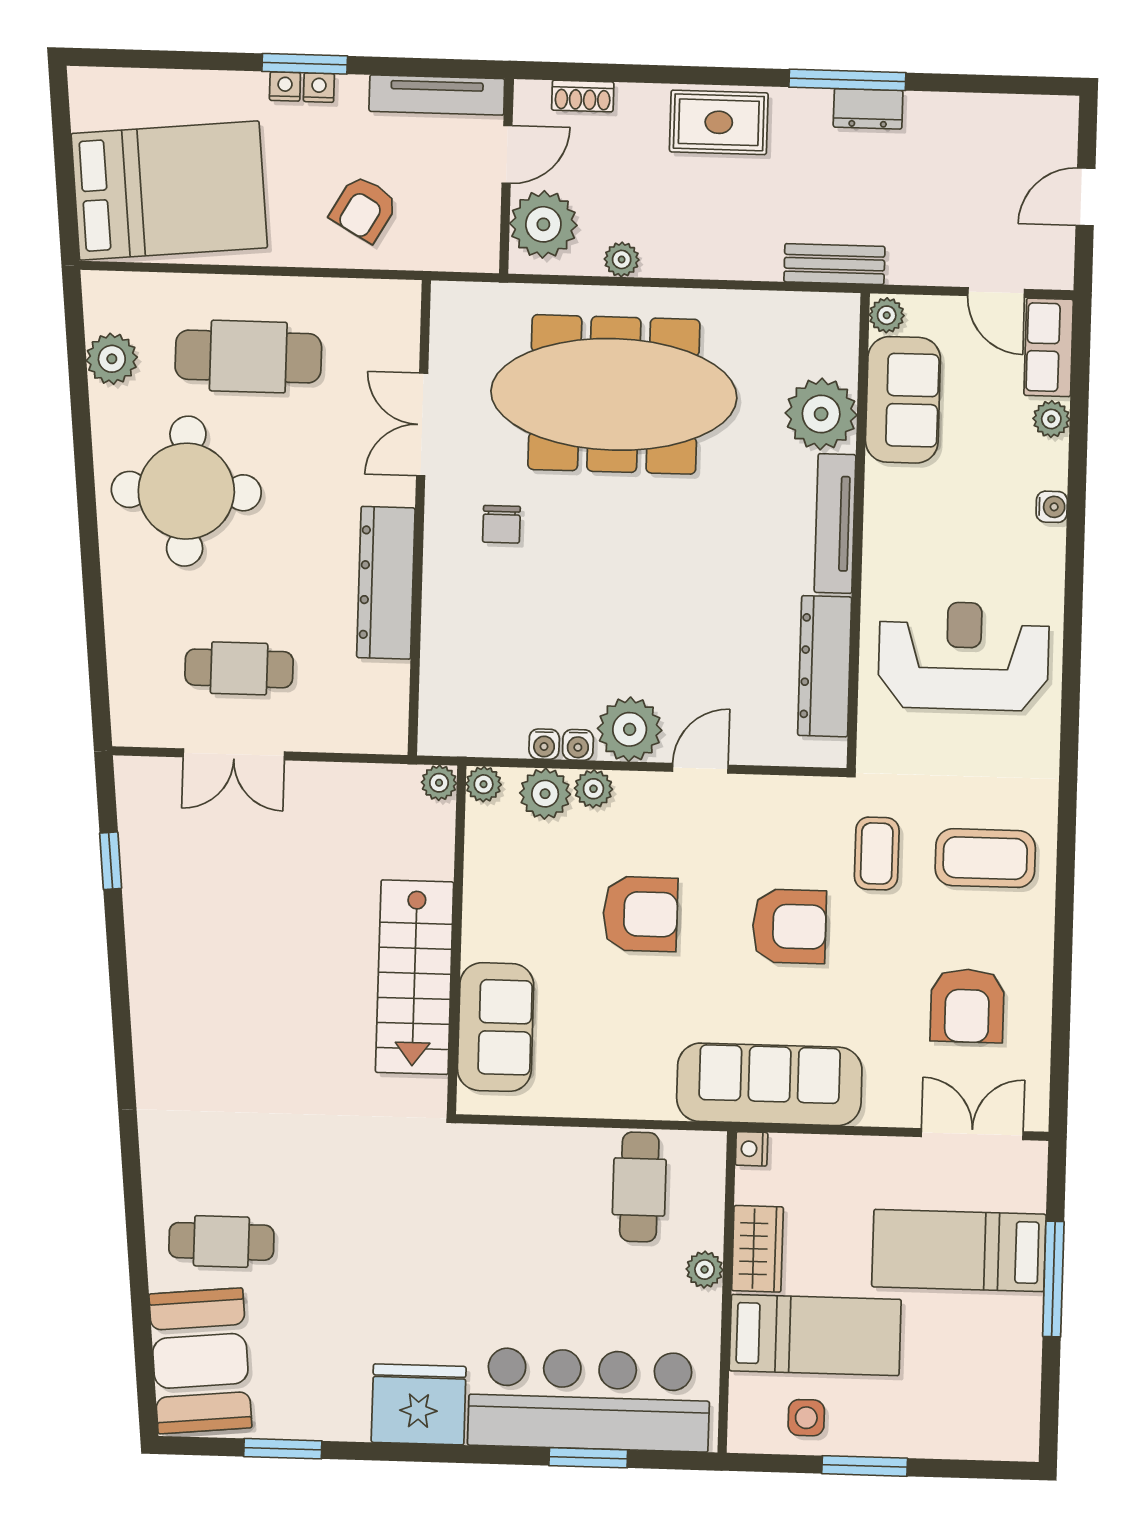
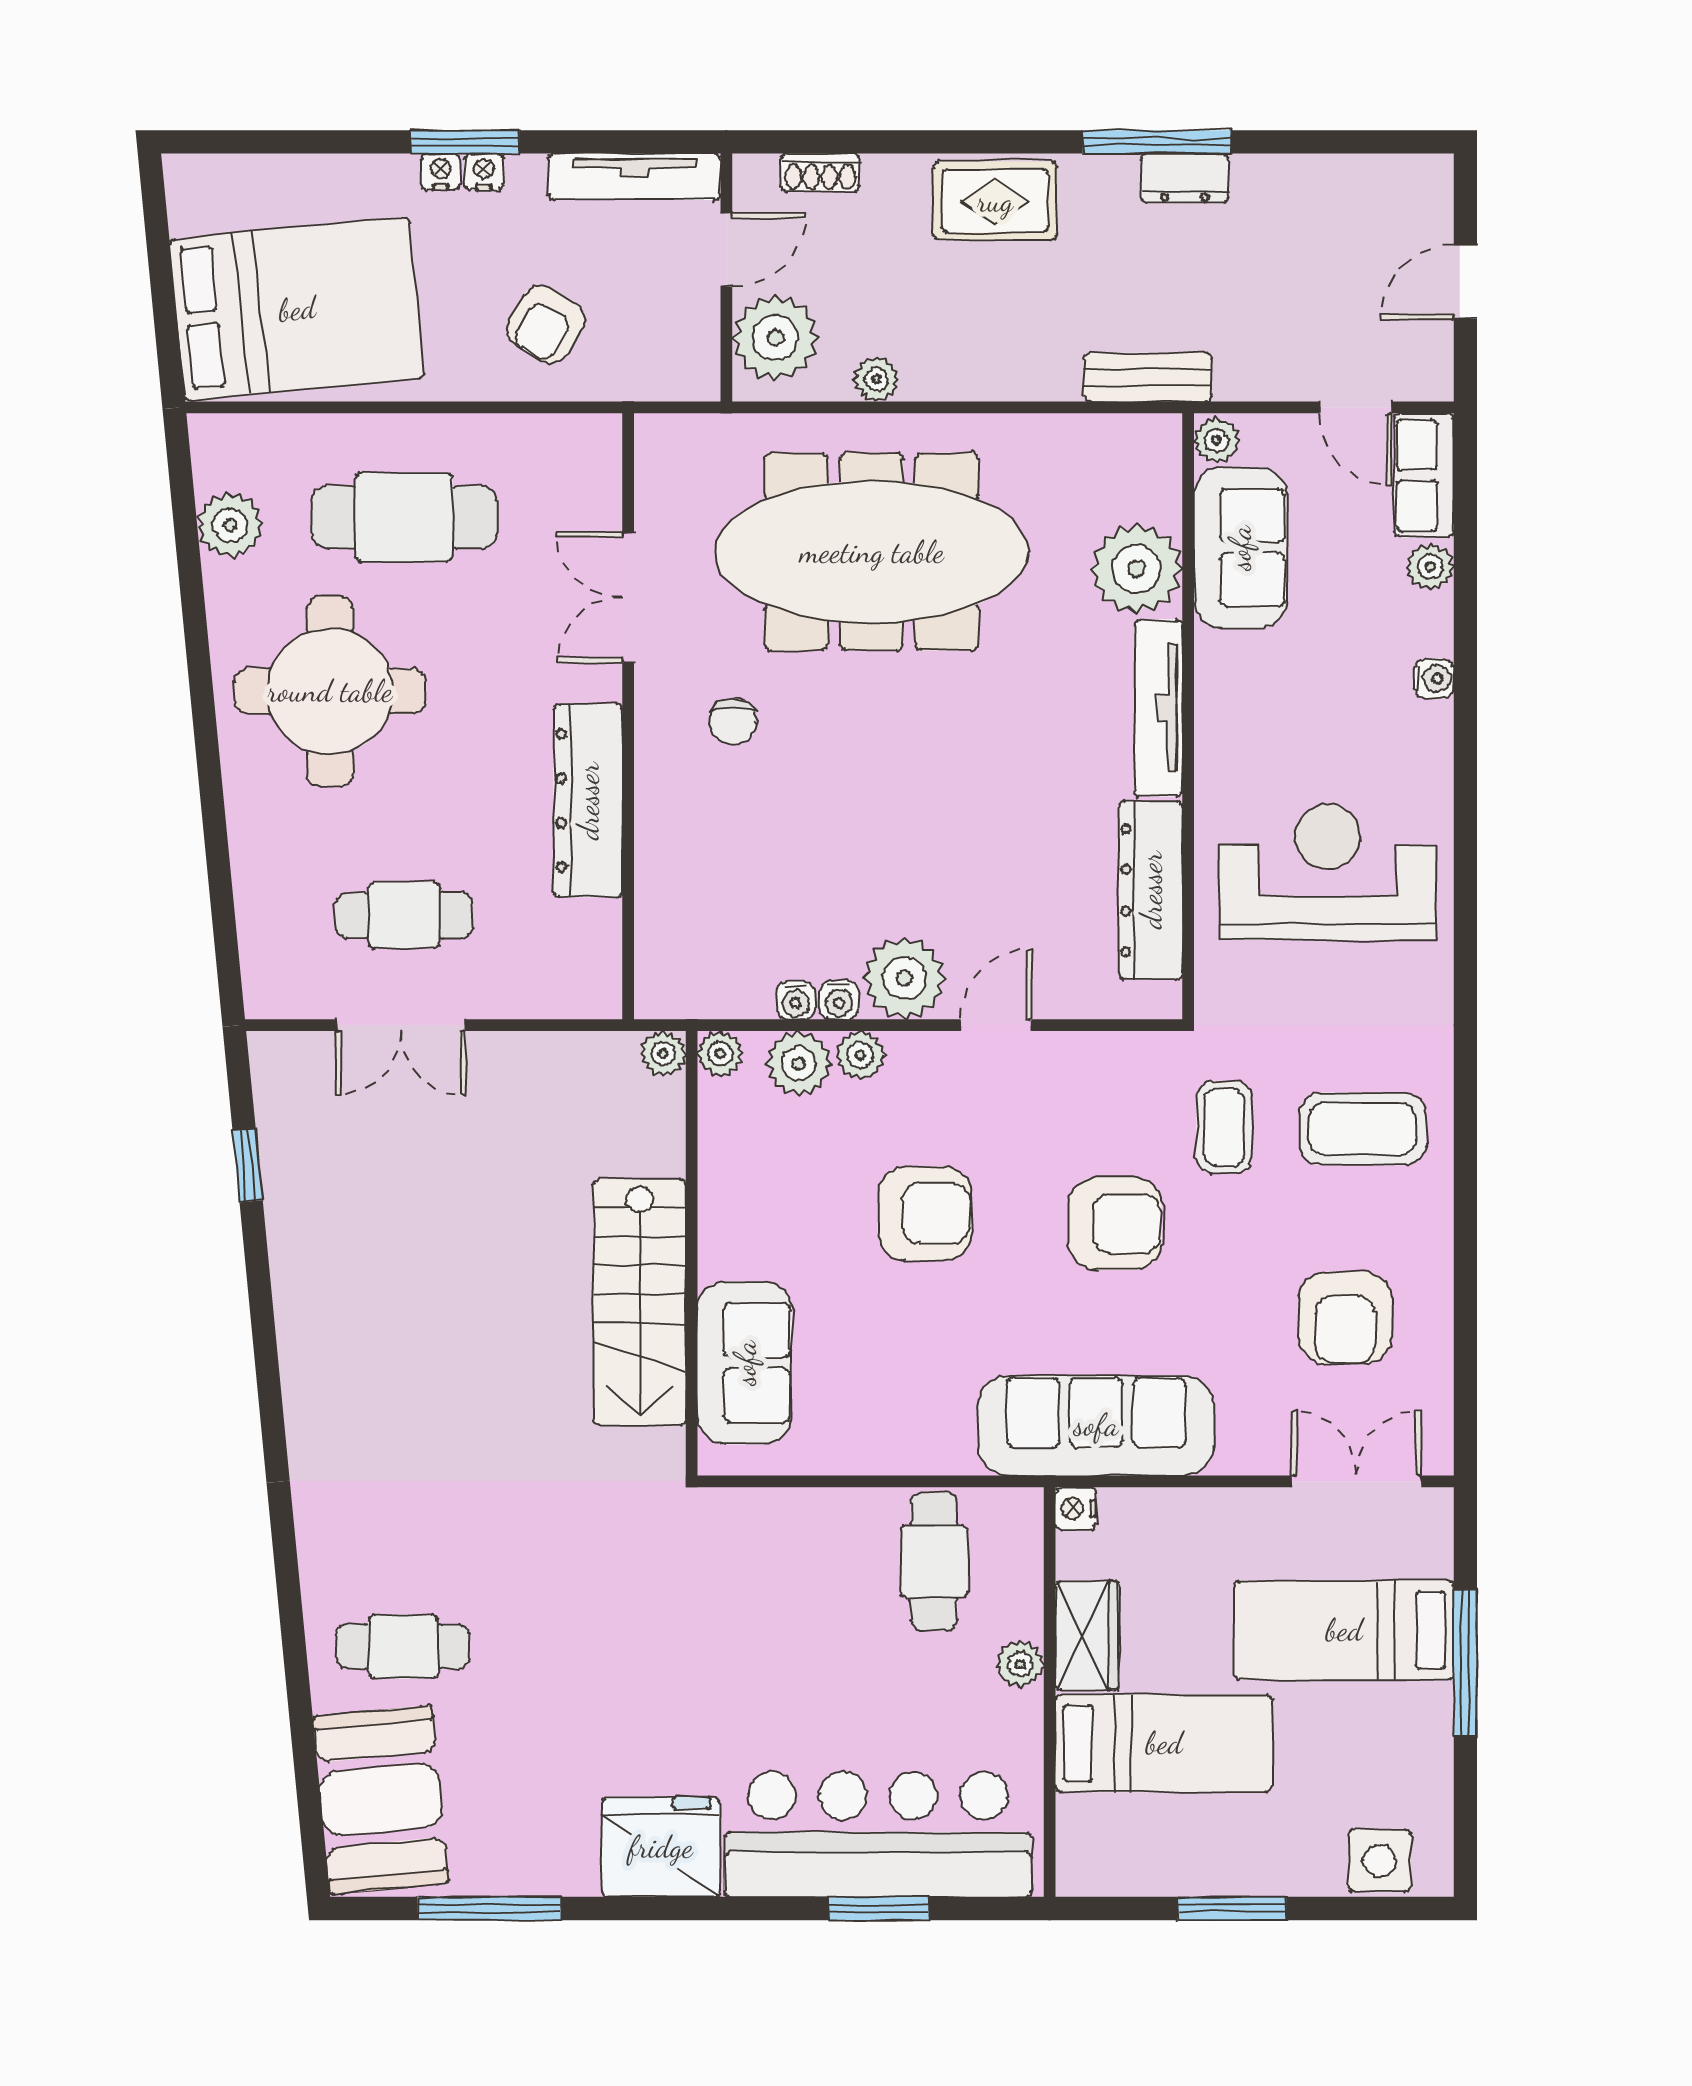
side table: (806, 1418) -> (1379, 1861), moved, width x1.37, depth x1.37
window: (283, 1449) -> (489, 1909), width x1.44

